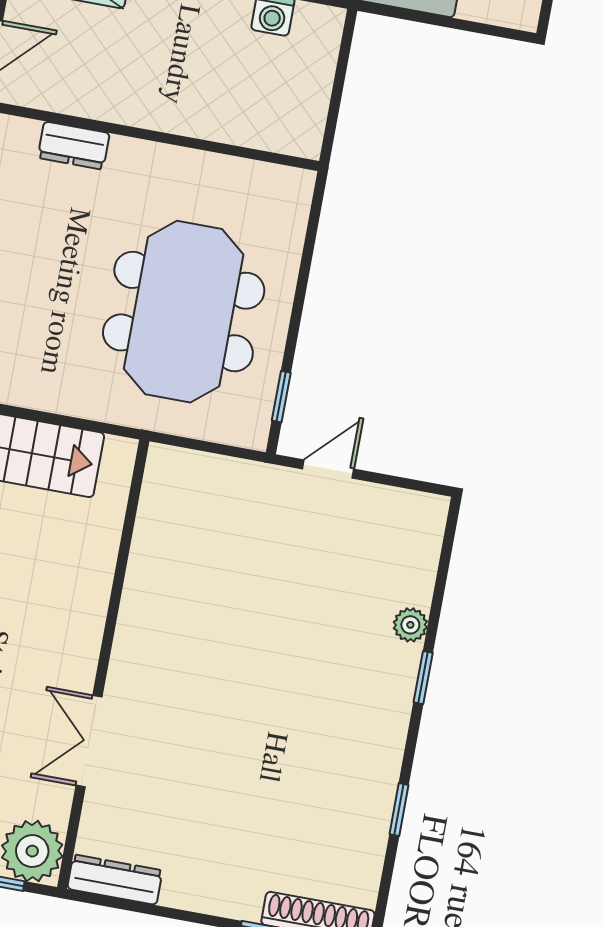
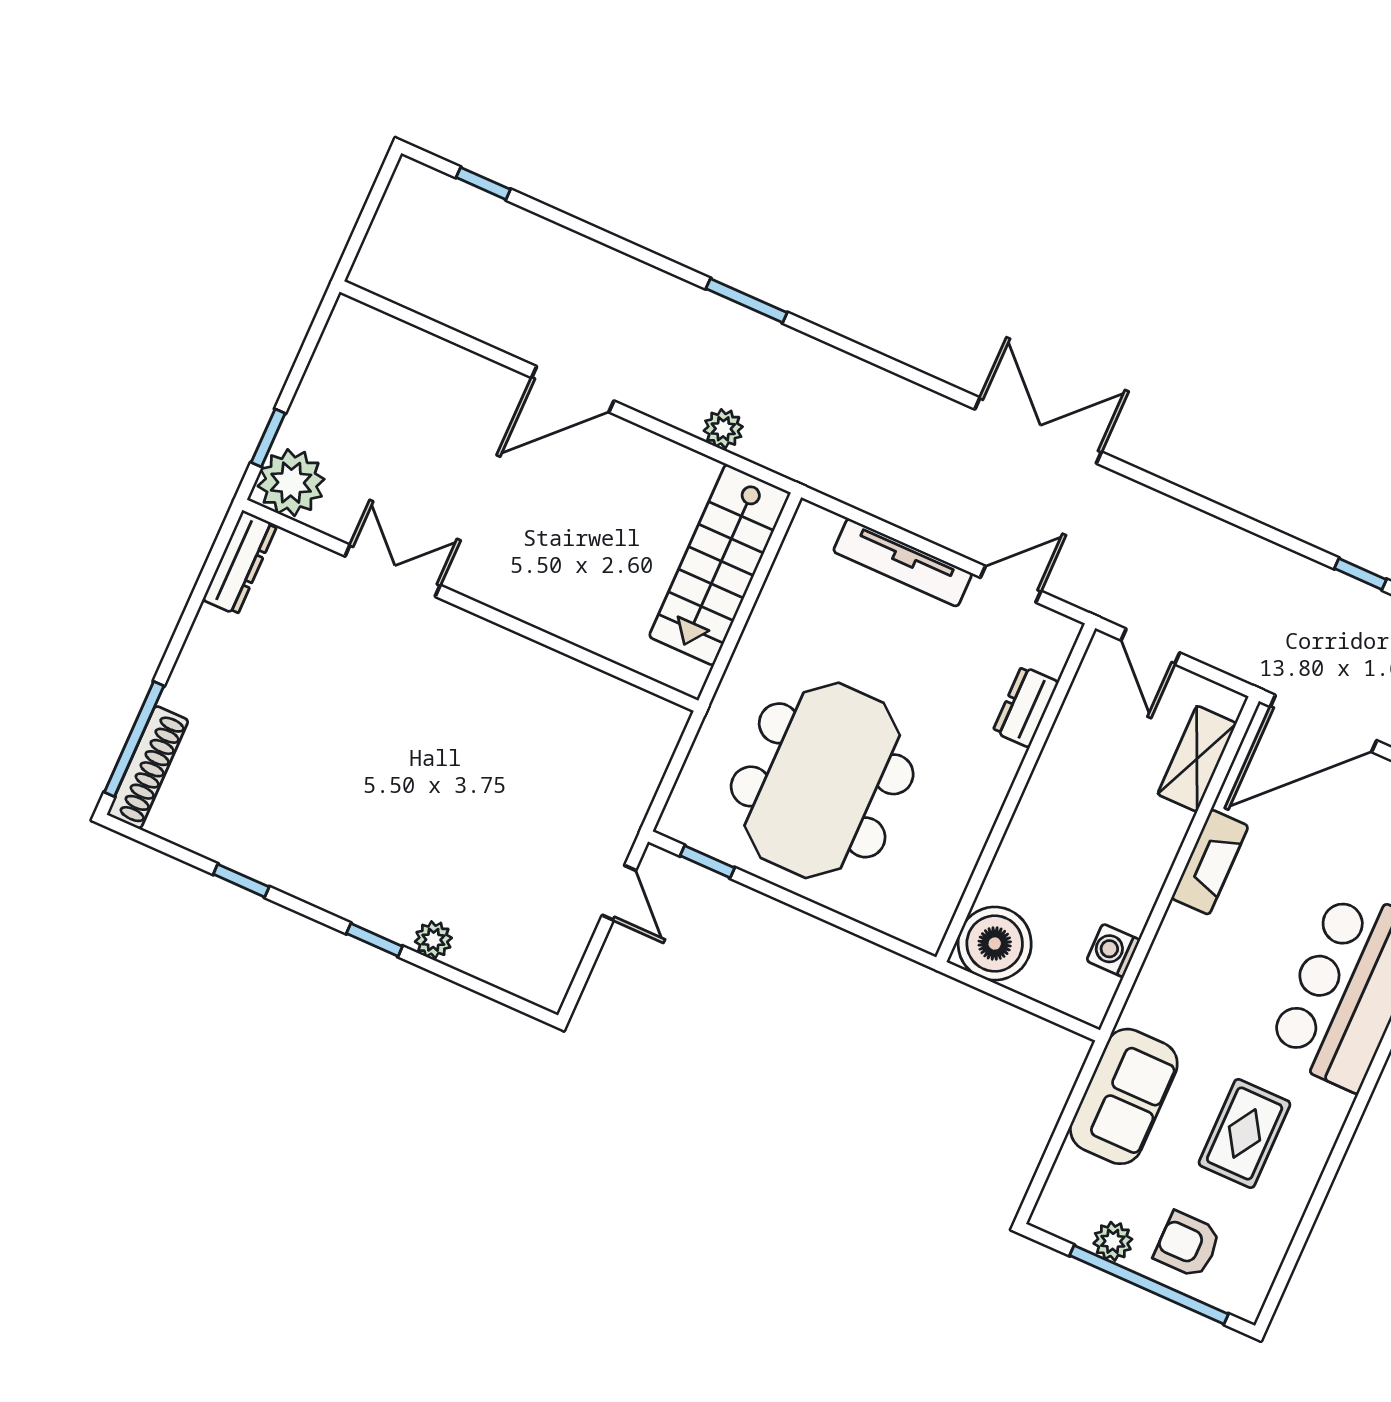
boiler: (292, 122) -> (995, 944), added
meeting table: (184, 312) -> (822, 780), turned 90

